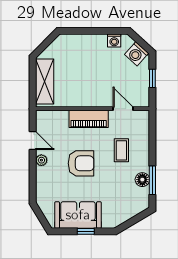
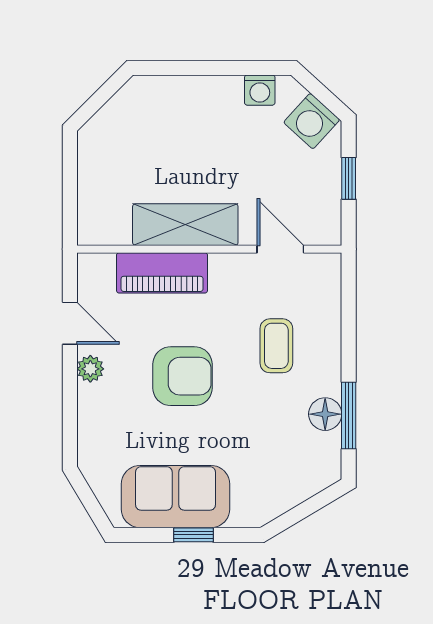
shelving: (45, 81) -> (185, 225), moved, turned 90
piano: (89, 119) -> (162, 273), moved

